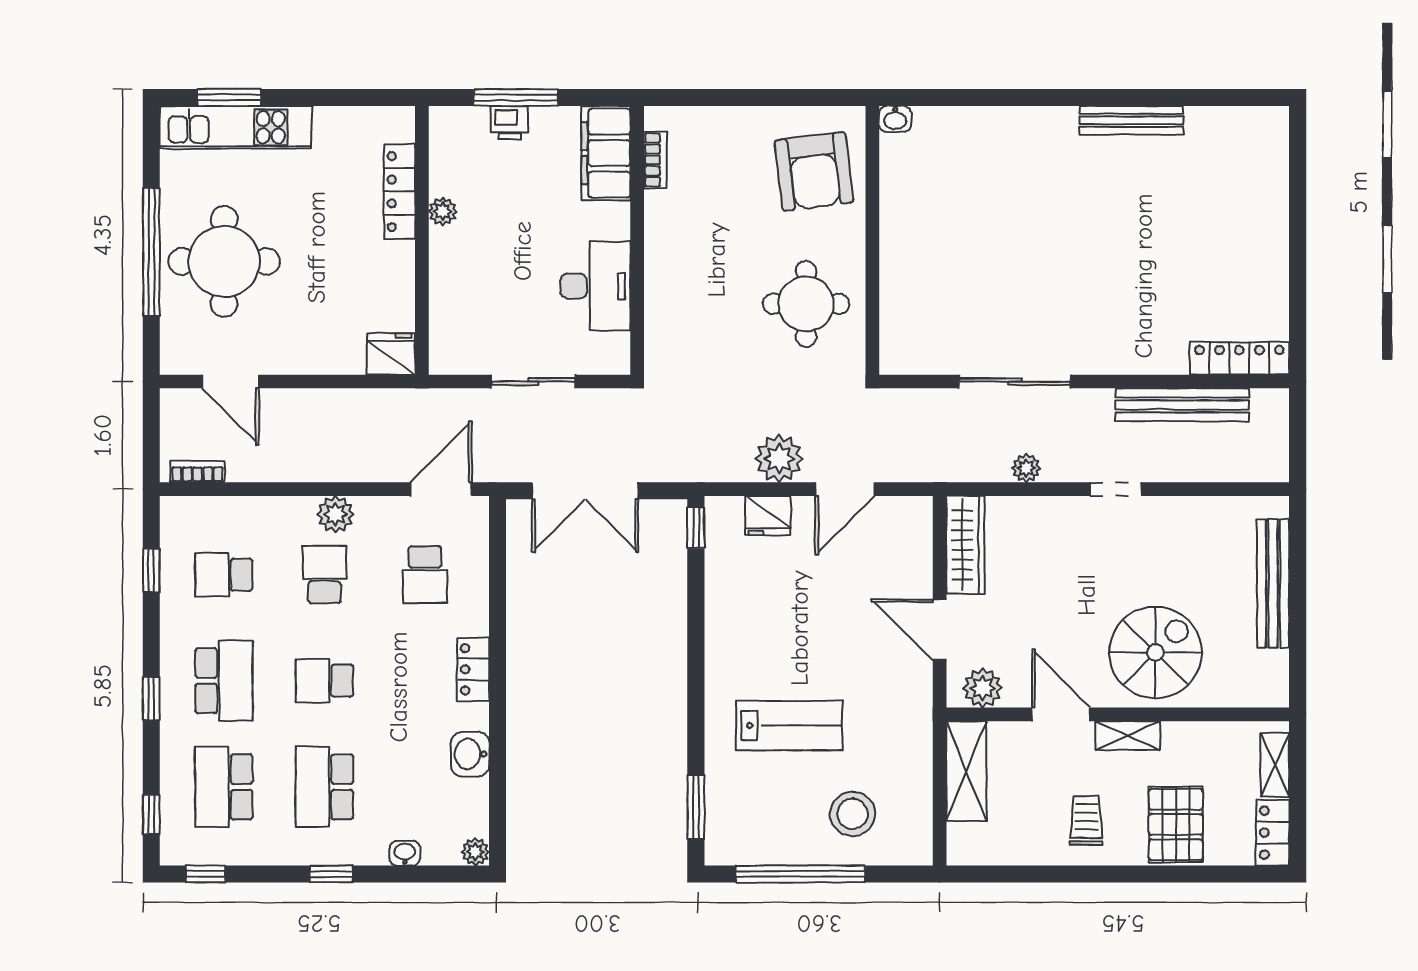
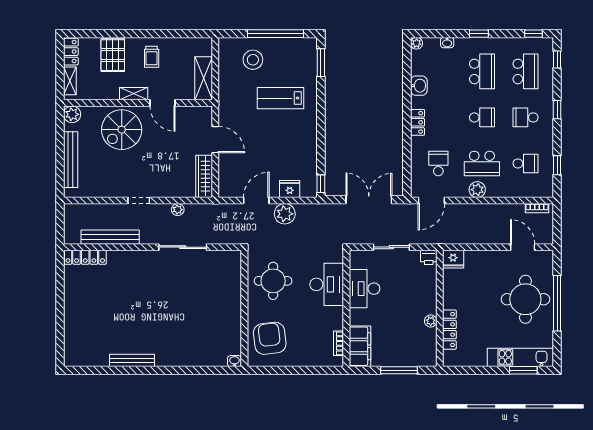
printer: (509, 123) -> (429, 257), moved, turned 180
desk: (682, 296) -> (327, 284), added
school desk: (324, 575) -> (482, 163), width x1.85
school desk: (224, 681) -> (526, 117), width x0.54
plant: (983, 688) -> (72, 114), moved

